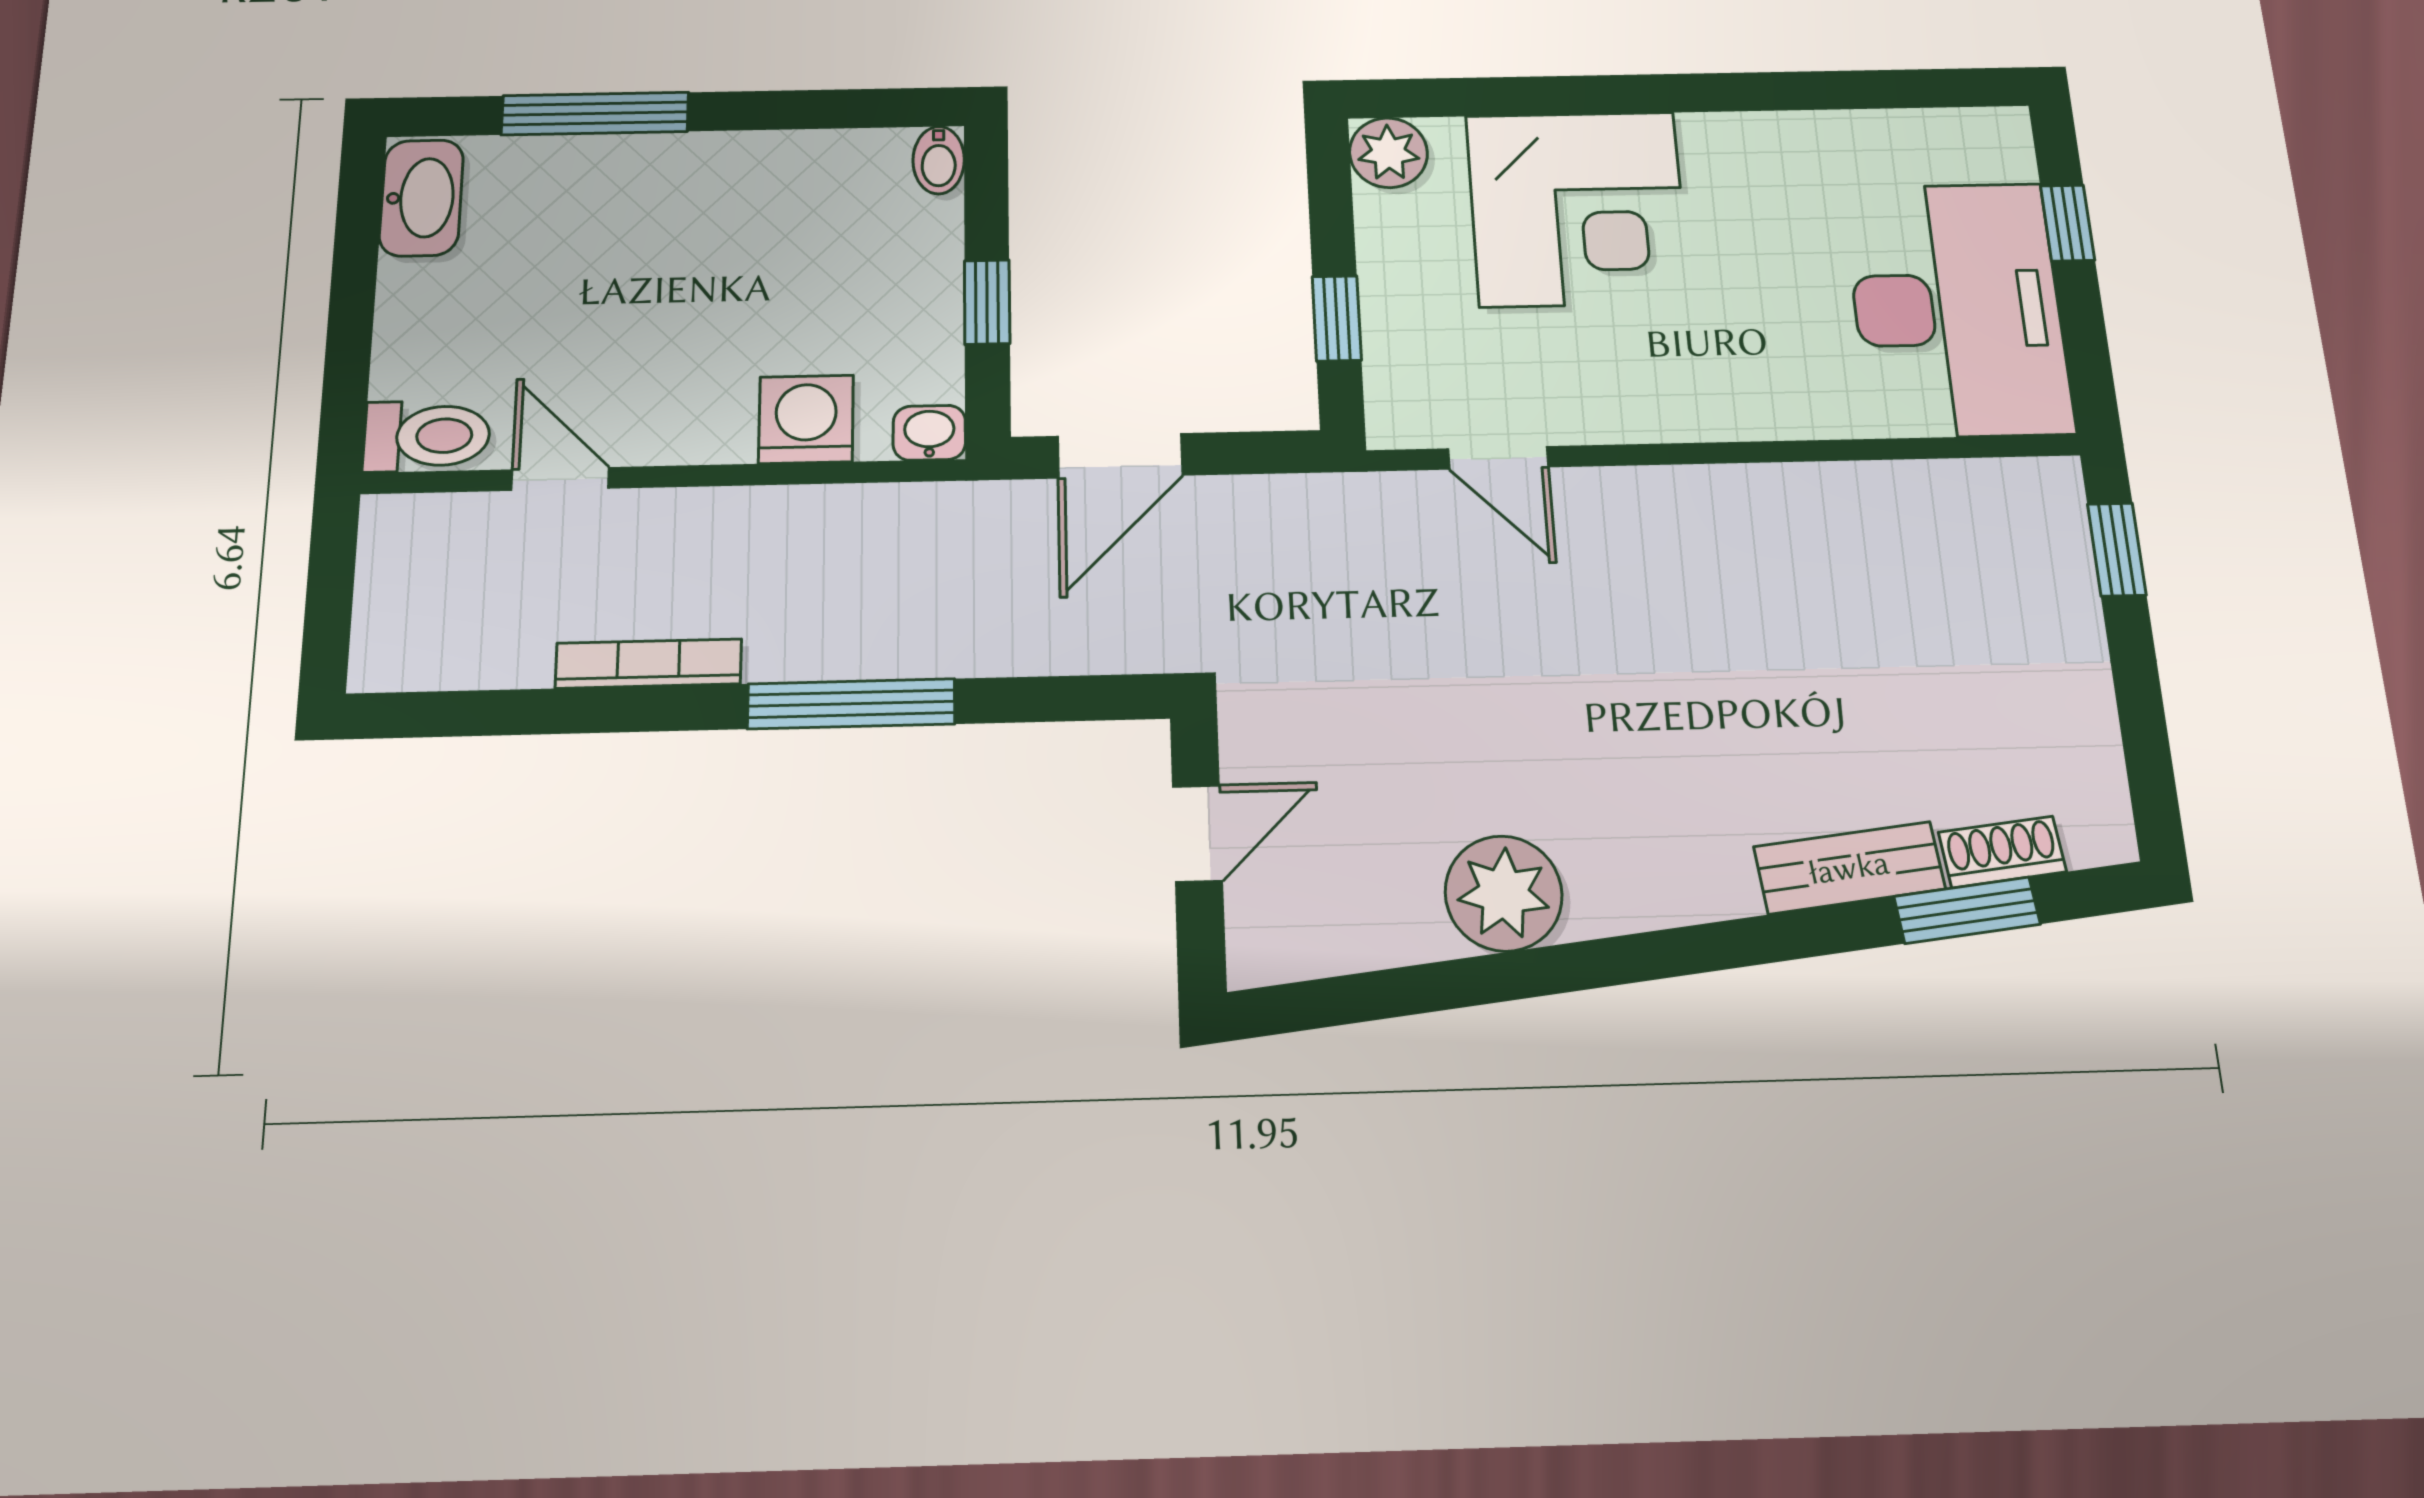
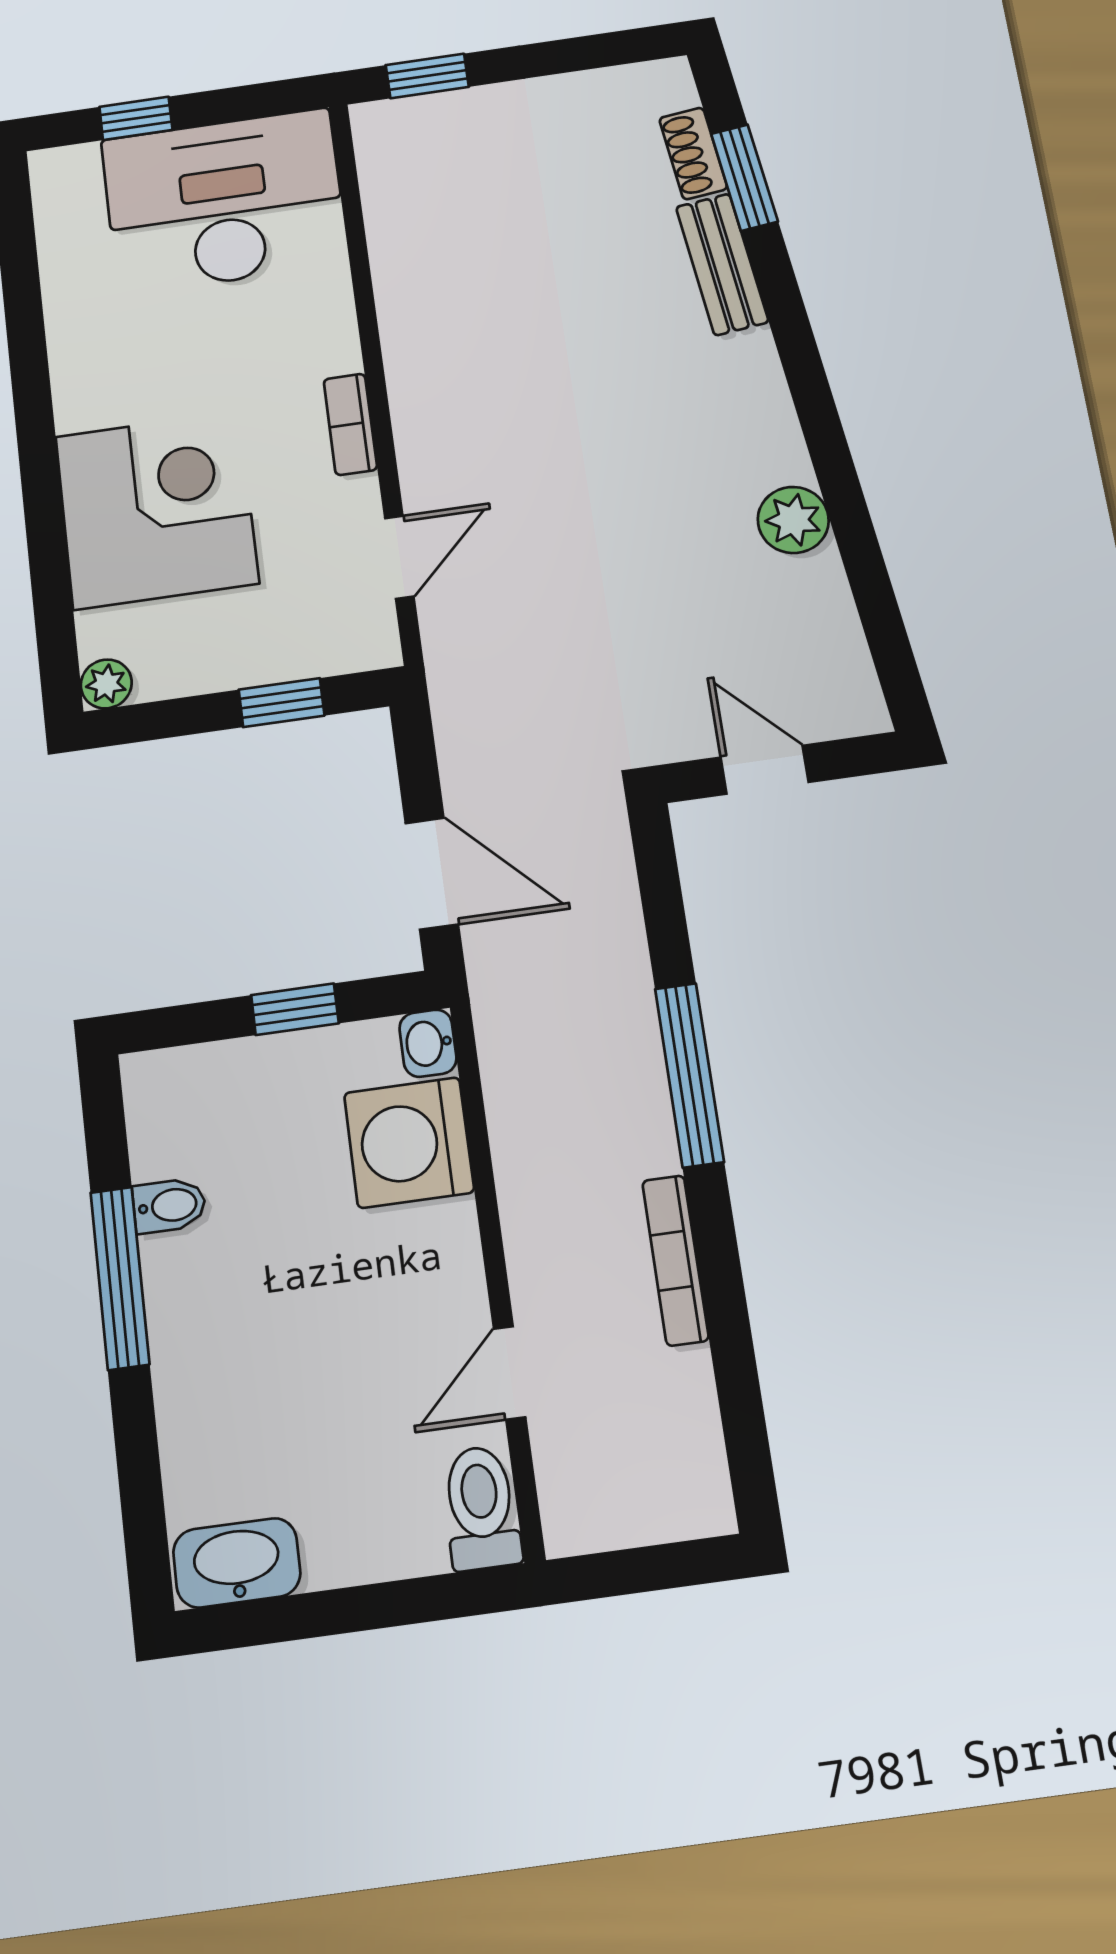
window: (595, 114) -> (120, 1278), moved
plant: (1388, 153) -> (106, 684), width x0.73, depth x0.73
bidet: (939, 160) -> (169, 1206), moved
washing machine: (806, 419) -> (409, 1143), width x1.37, depth x1.37
bookcase: (1666, 421) -> (350, 424), added
plant: (1504, 893) -> (793, 520), width x0.73, depth x0.73

